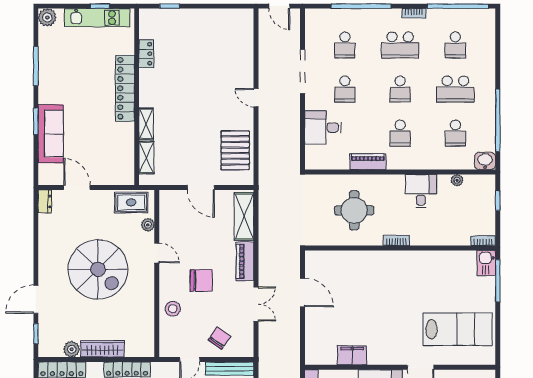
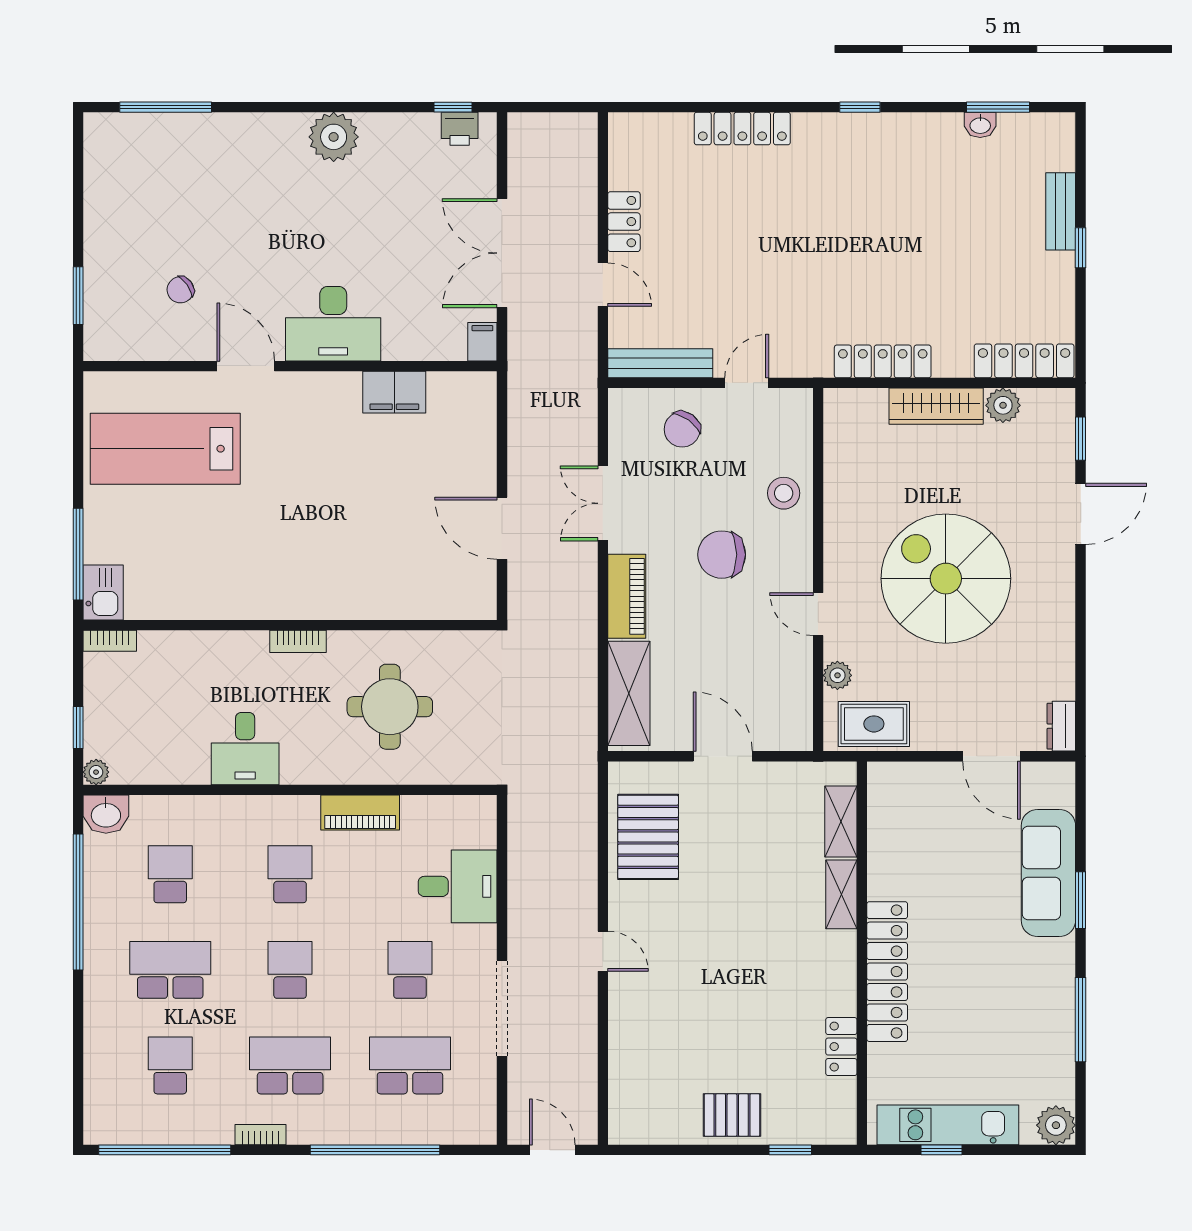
pallet: (197, 22) -> (732, 1115), added
school desk: (345, 45) -> (410, 1065), width x1.85
plant: (457, 180) -> (96, 772), moved

